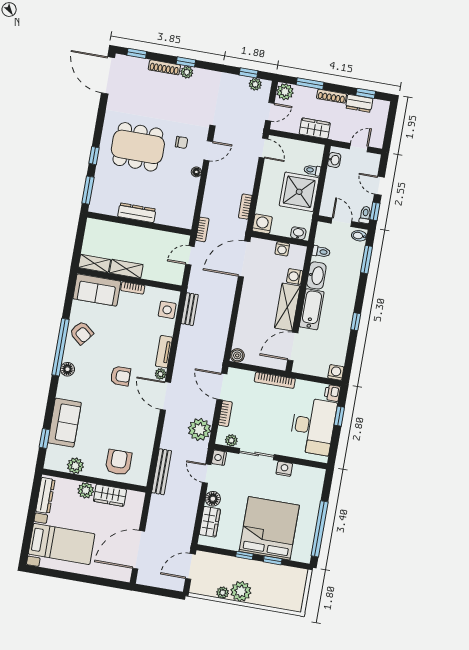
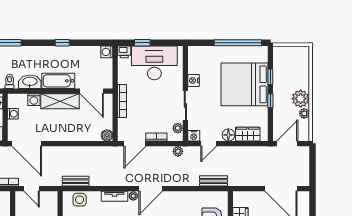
plant: (199, 430) -> (178, 151), width x0.53, depth x0.53
bench: (162, 472) -> (214, 181), width x0.73
door: (190, 566) -> (287, 144), swing flipped

